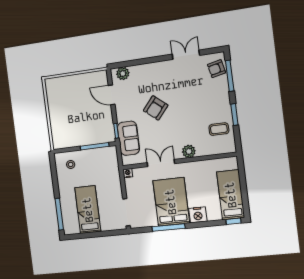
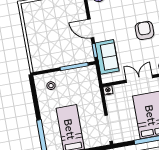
door: (112, 95) -> (91, 29), moved
armchair: (156, 108) -> (144, 30), moved, turned 140

